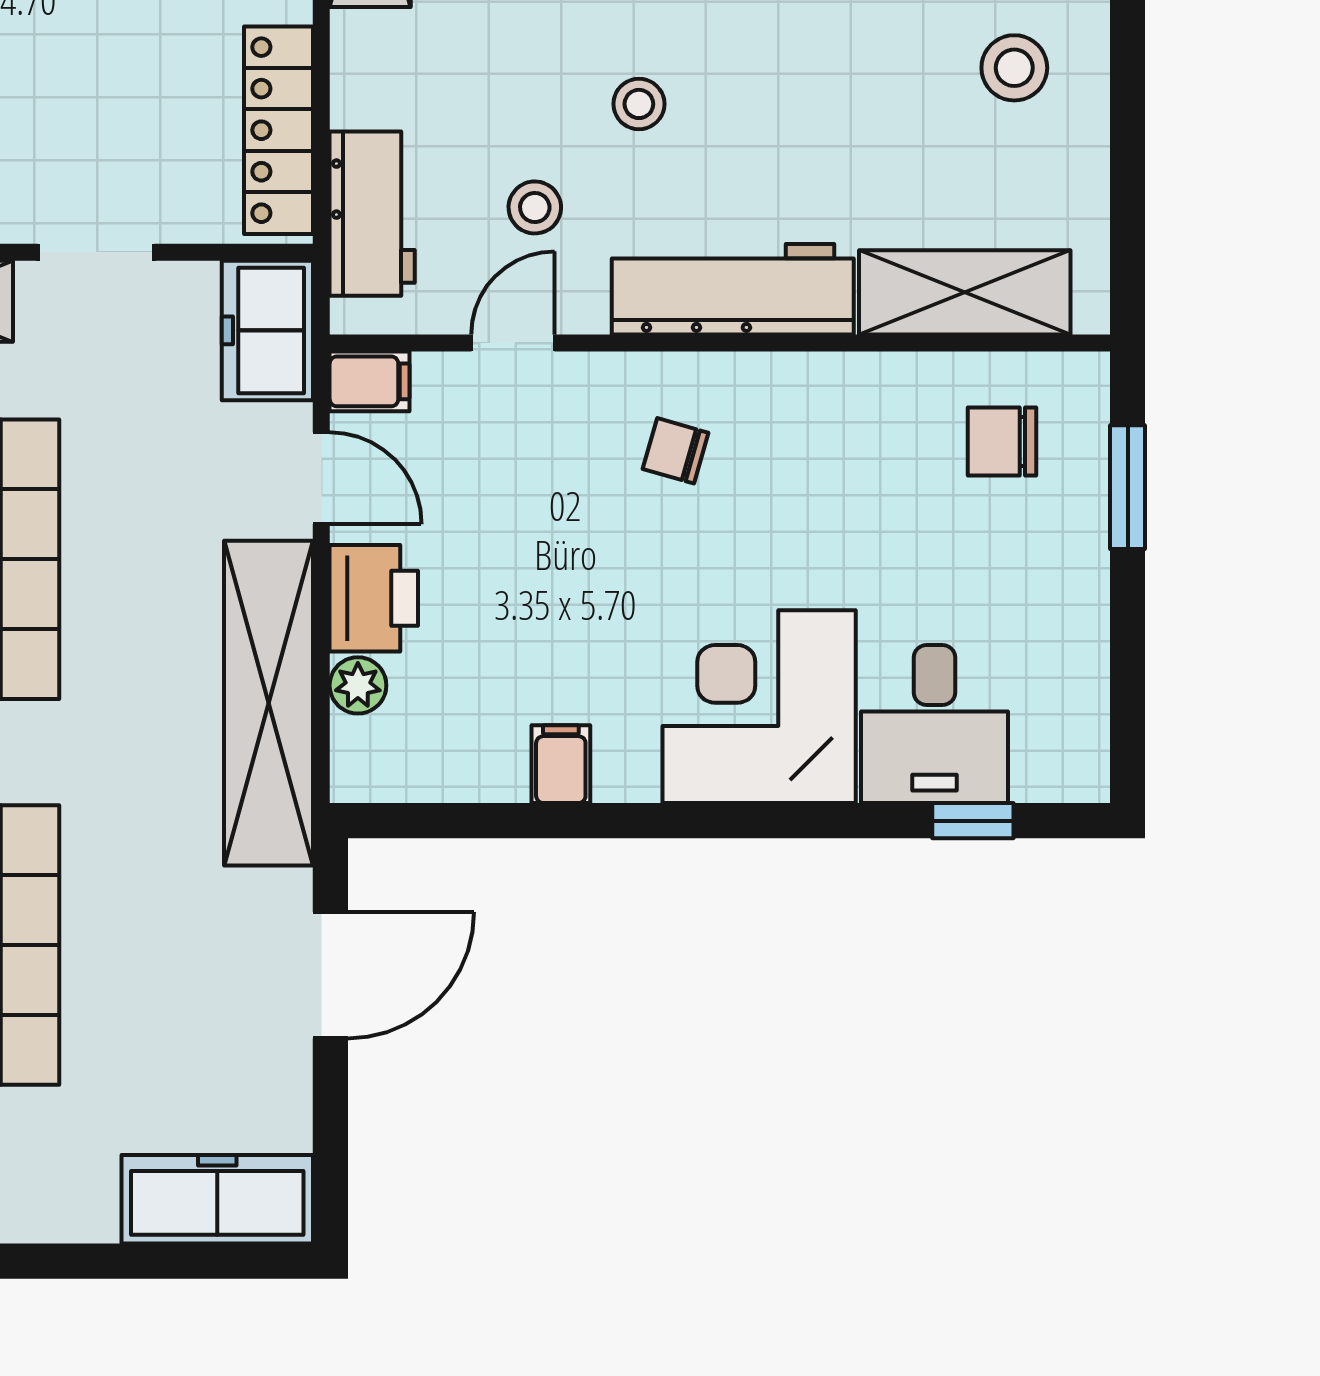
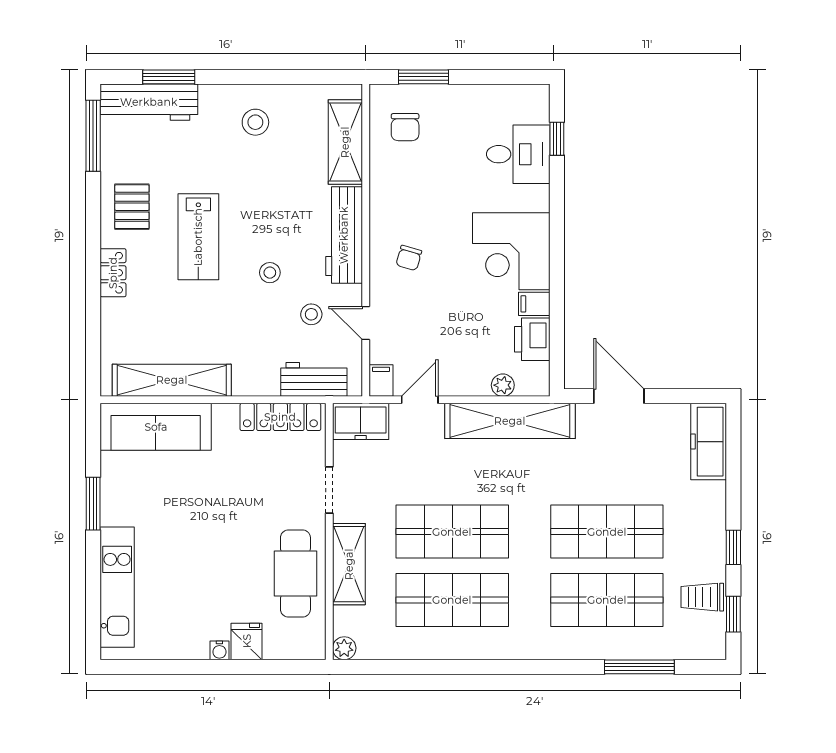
printer: (374, 598) -> (532, 339), moved, turned -90
corner desk: (759, 707) -> (511, 251), moved

